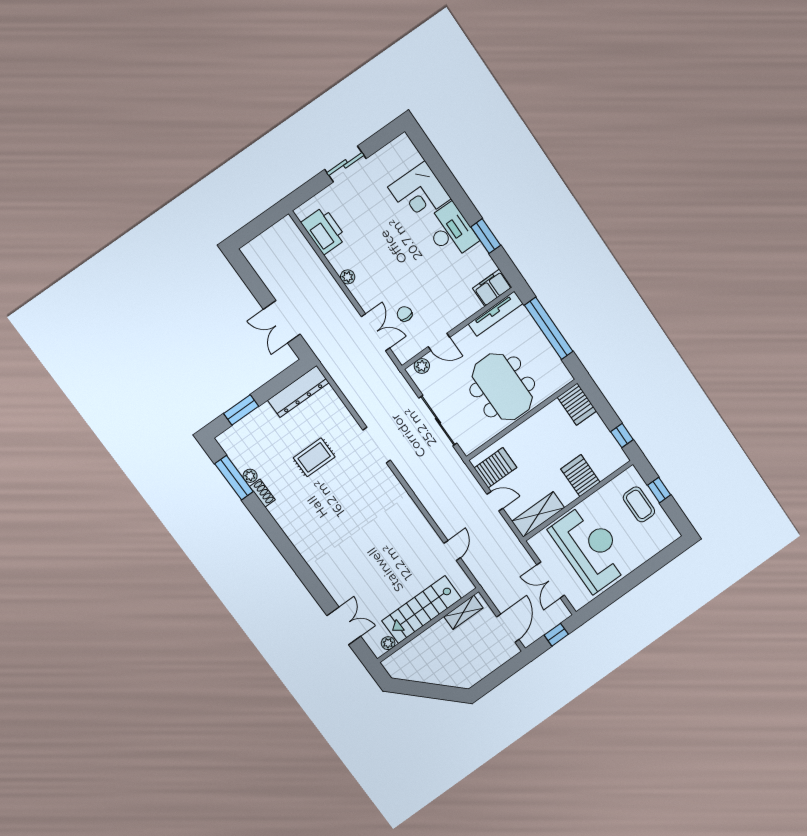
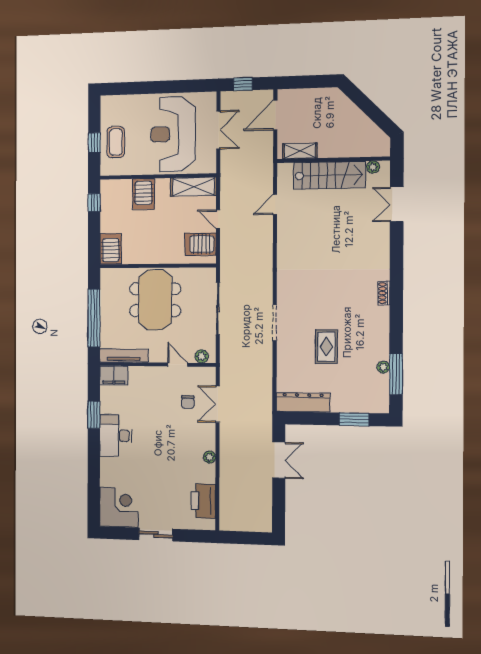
corner desk: (420, 193) -> (119, 507), moved
rug: (314, 457) -> (326, 347), turned 90
shoe rack: (262, 493) -> (384, 293), moved

